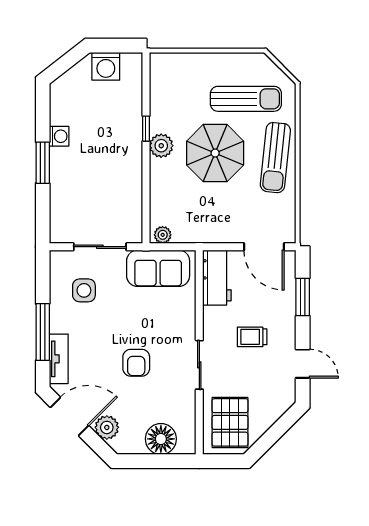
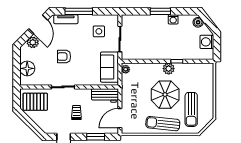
boiler: (65, 84) -> (198, 22), added

